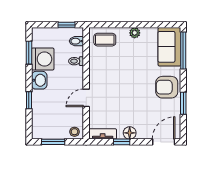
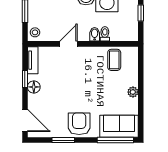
window: (66, 25) -> (141, 13), moved
coffee table: (105, 40) -> (114, 60), moved
bidet: (76, 41) -> (95, 34), moved
door: (86, 98) -> (68, 44), hinge flipped

